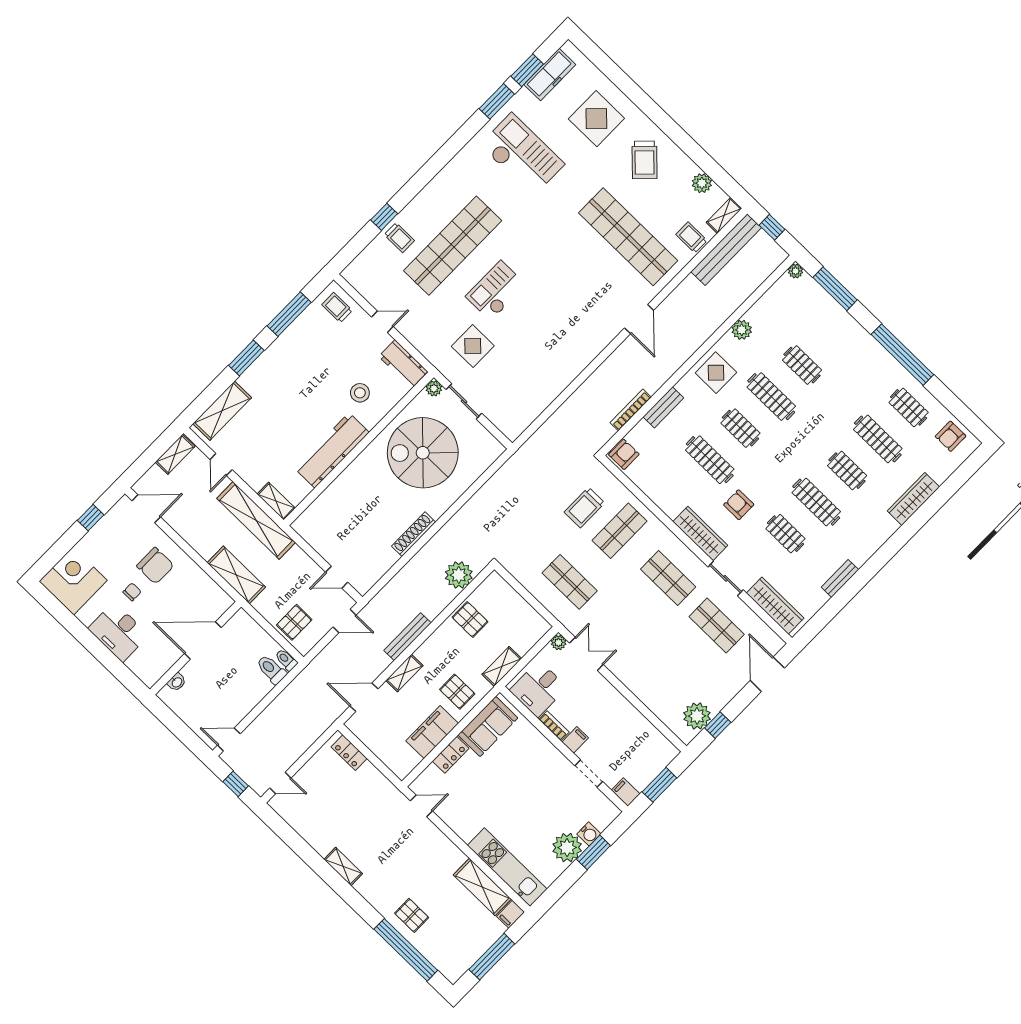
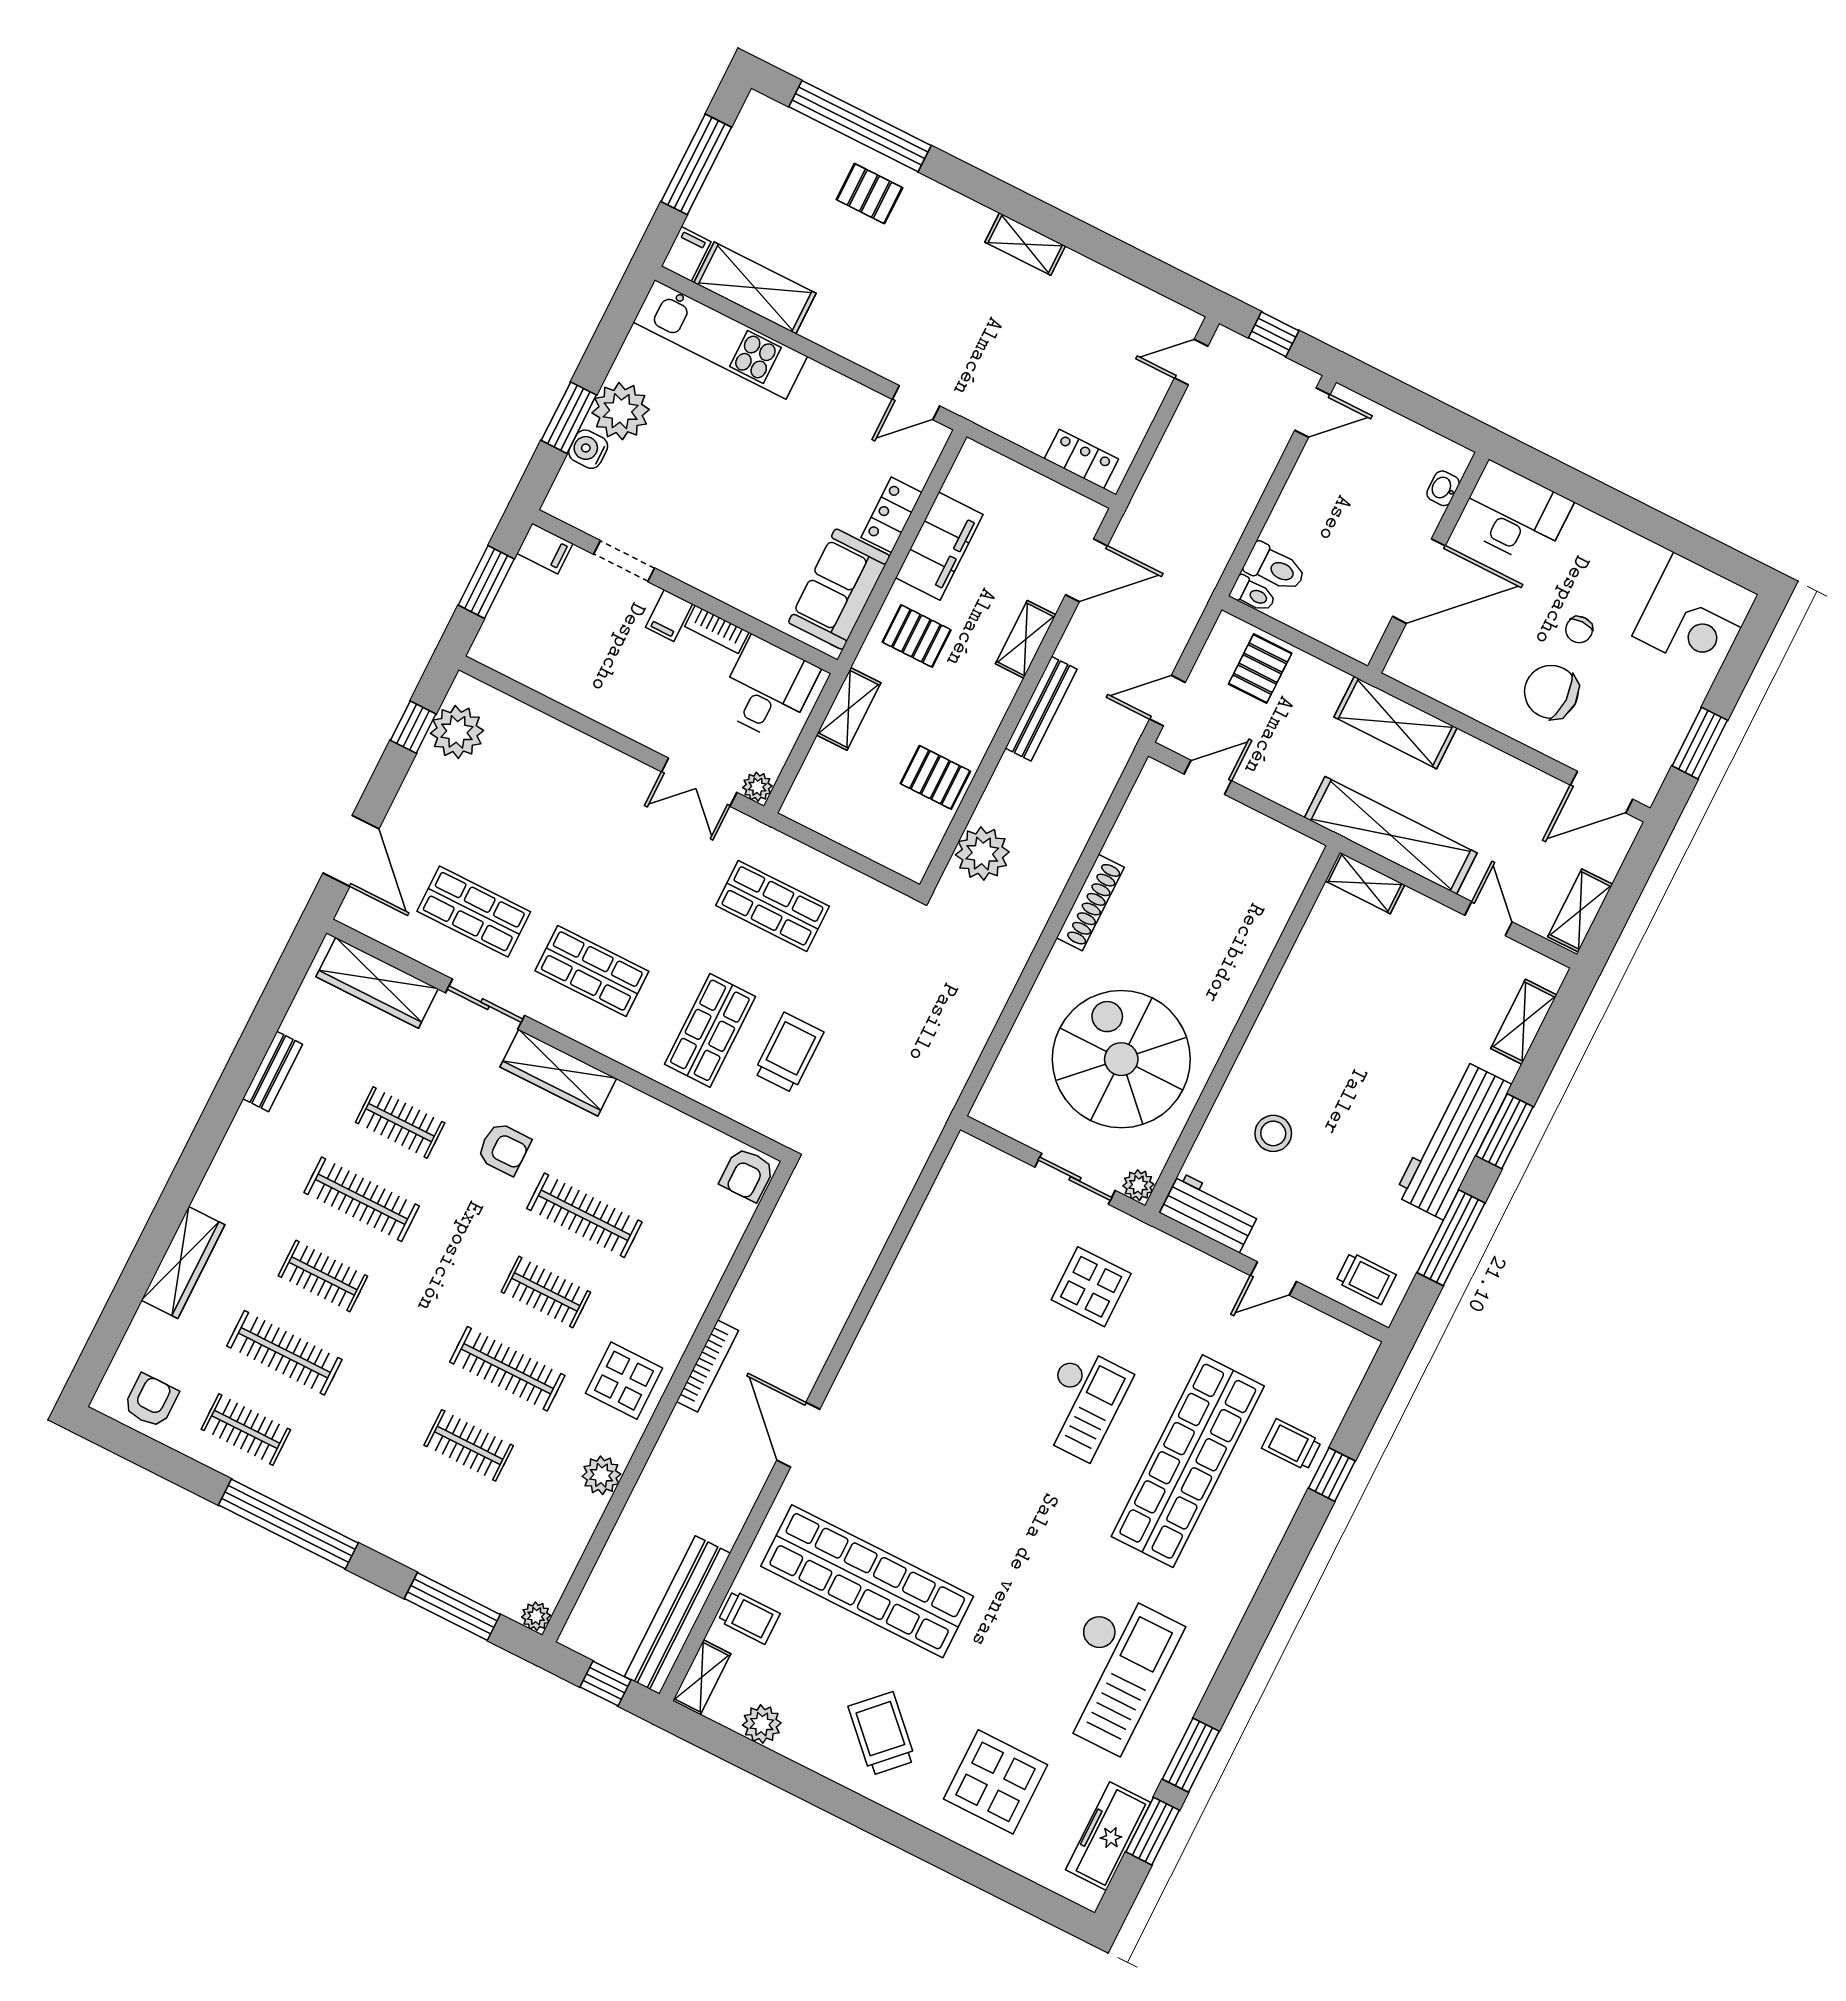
checkout: (522, 155) -> (1112, 1671), turned -90
bench: (663, 407) -> (701, 1285), removed
bookcase: (631, 410) -> (708, 1366), moved
shelving: (222, 411) -> (1524, 1022), width x0.67, depth x0.75
workbench: (332, 450) -> (1453, 1140), moved, turned 180
spiral stairs: (423, 453) -> (1121, 1059), turned -90
window: (91, 518) -> (1700, 743), width x1.50
desk: (118, 632) -> (1515, 514), moved

